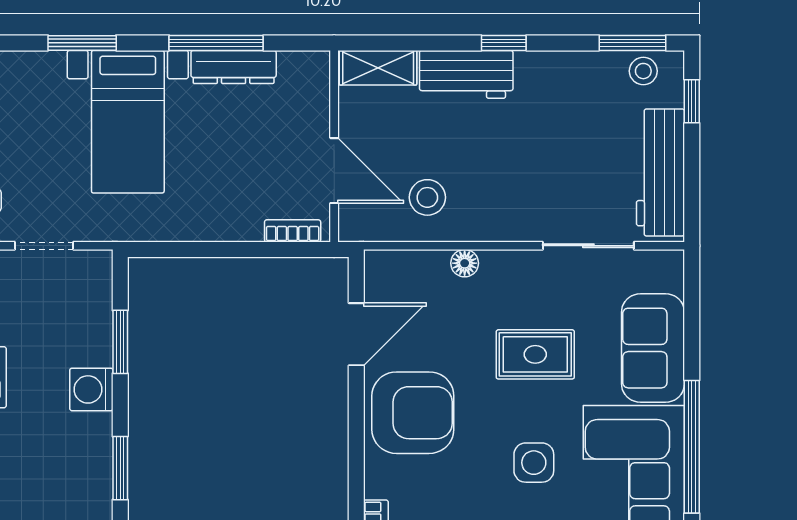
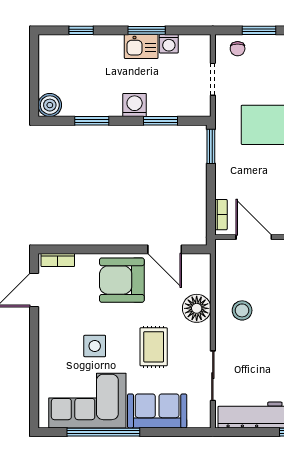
door: (334, 171) -> (254, 237), swing flipped
stool: (427, 197) -> (242, 310), moved
window: (167, 249) -> (211, 146), added
floor lamp: (465, 263) -> (197, 308), width x1.89, depth x1.89
armchair: (413, 413) -> (122, 280), turned 90

